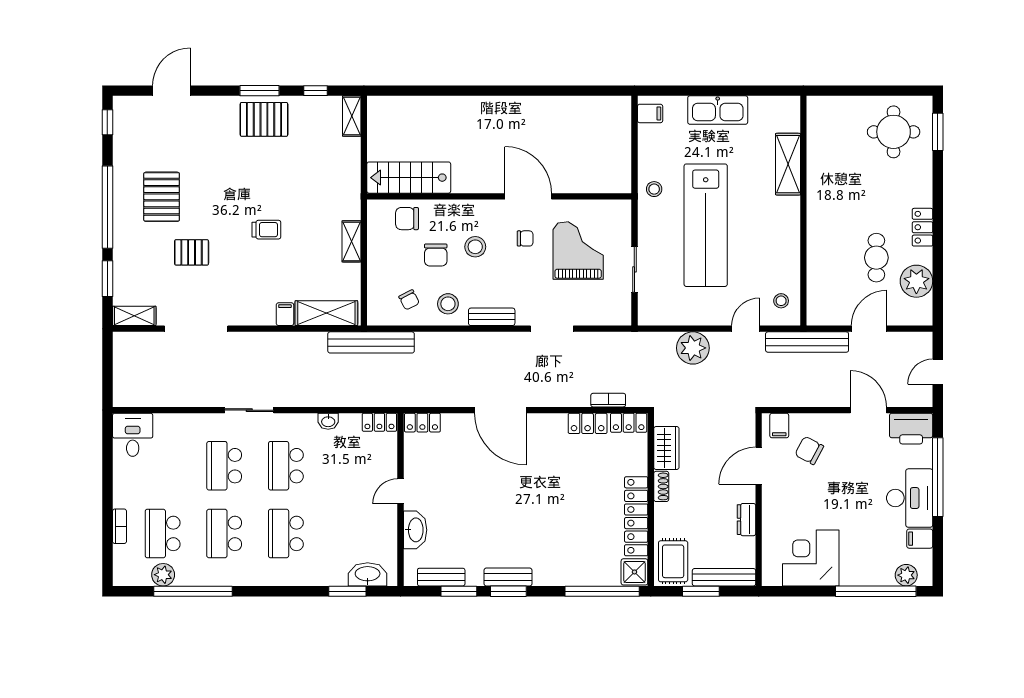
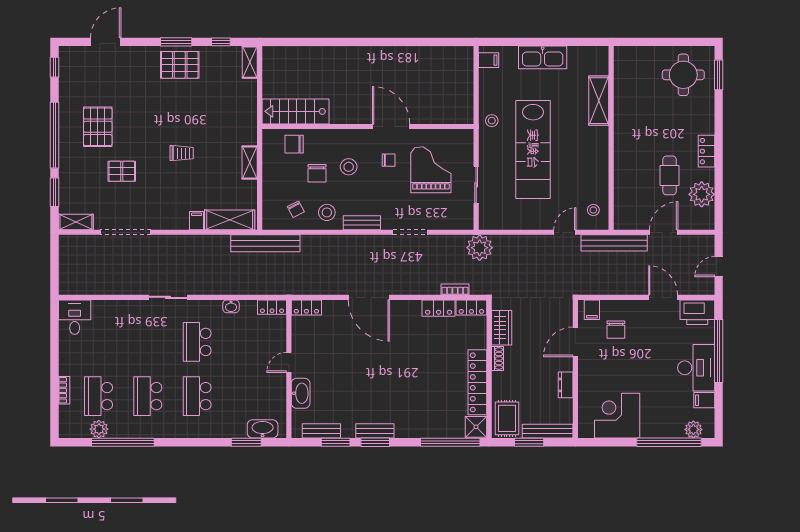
plant: (693, 348) -> (480, 248), moved
chair: (809, 450) -> (616, 330), turned -118
school desk: (224, 466) -> (148, 342), removed

